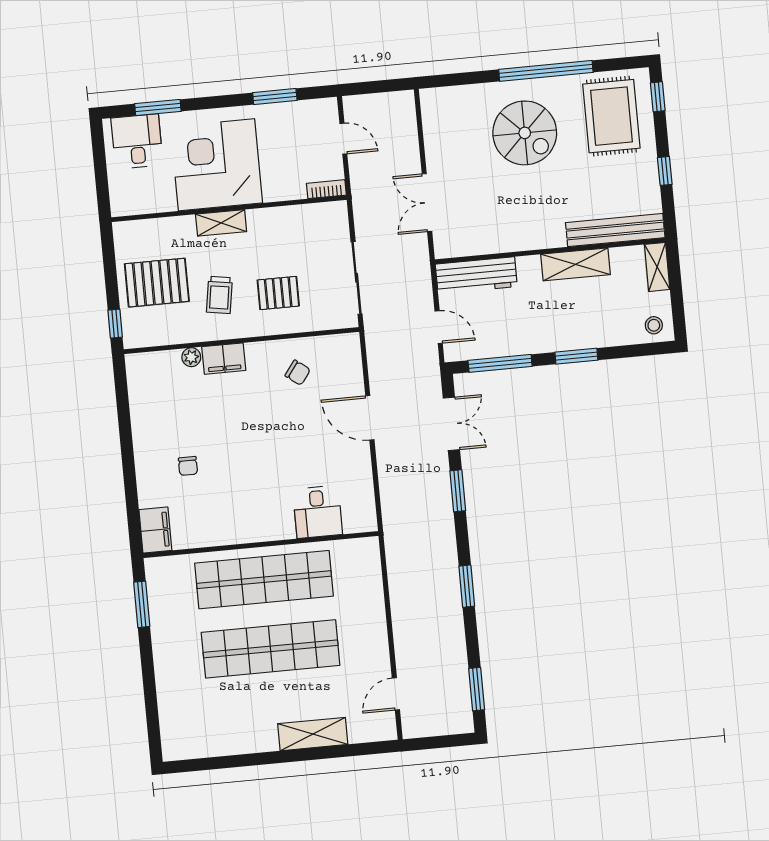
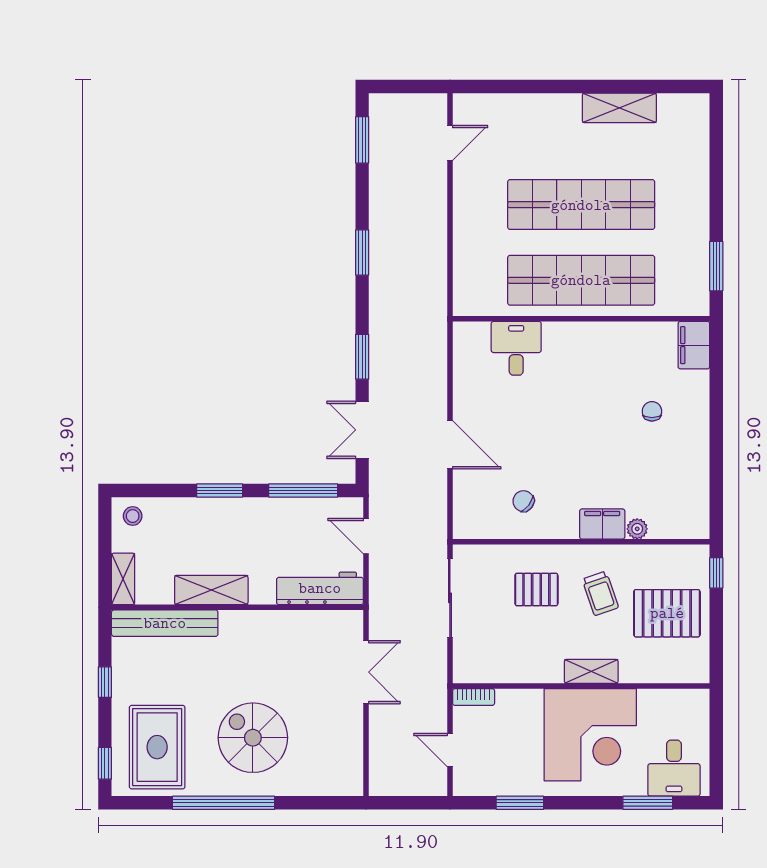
trolley: (219, 295) -> (600, 593), turned 152
shelving: (313, 734) -> (619, 108), moved

